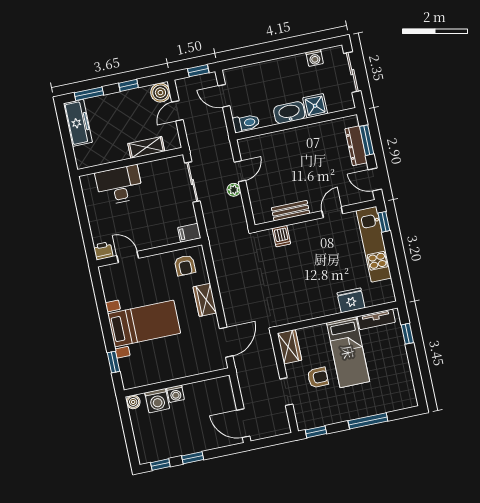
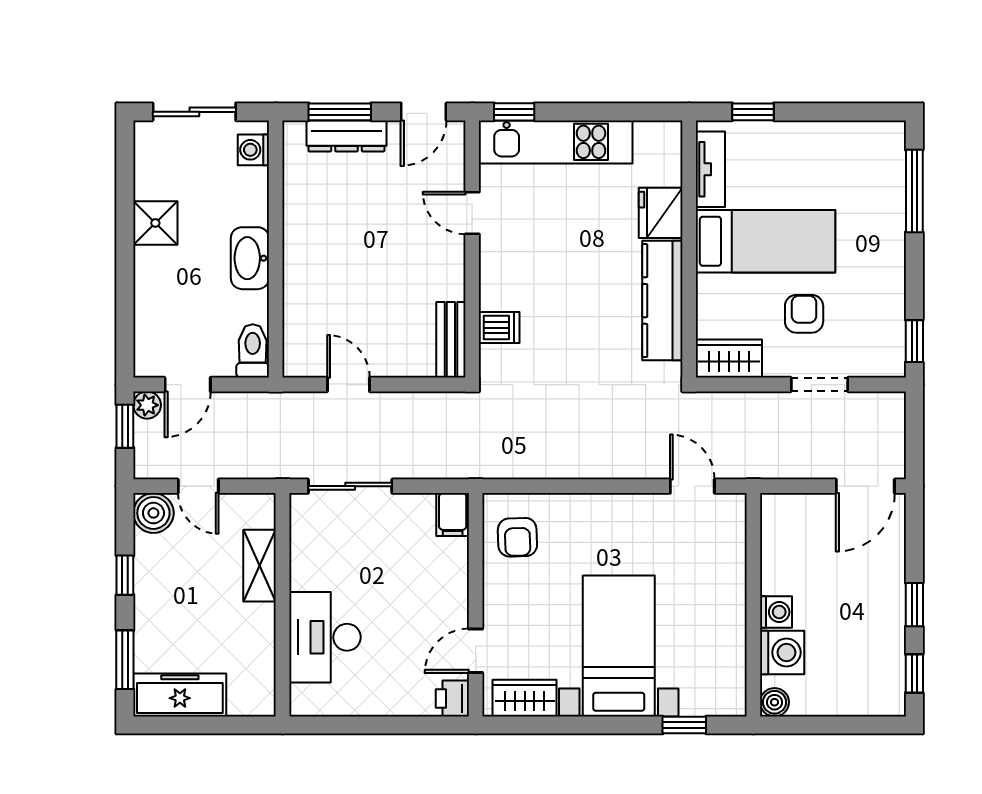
washing machine: (315, 58) -> (253, 150), moved, turned 180
shower: (315, 106) -> (155, 223), moved
plant: (234, 190) -> (147, 405), moved
bench: (291, 211) -> (451, 340), moved
armchair: (185, 265) -> (517, 537), turned 88
wardrobe: (205, 300) -> (525, 698), moved, turned 180
kitchen counter: (310, 310) -> (662, 301), added
door: (226, 342) -> (692, 486), width x0.73
window: (368, 421) -> (914, 191), moved

